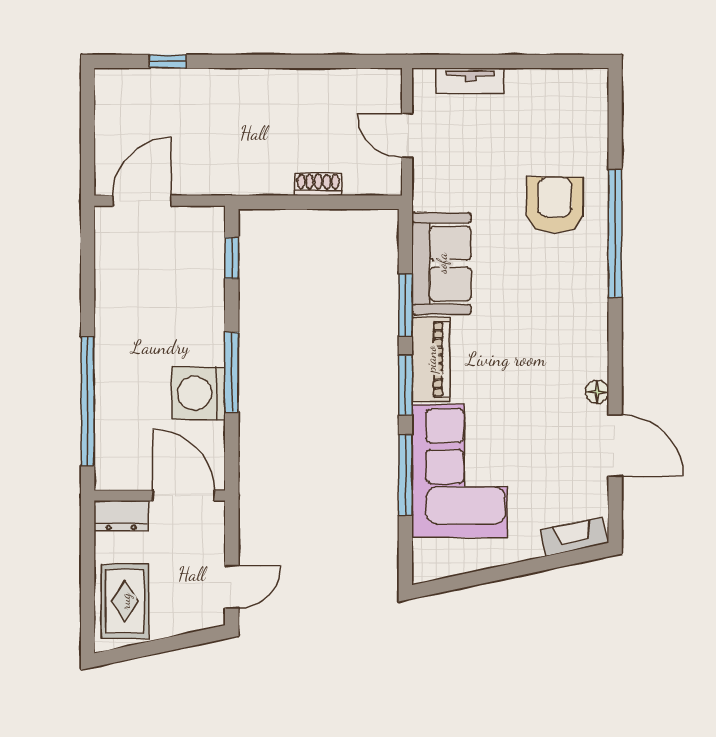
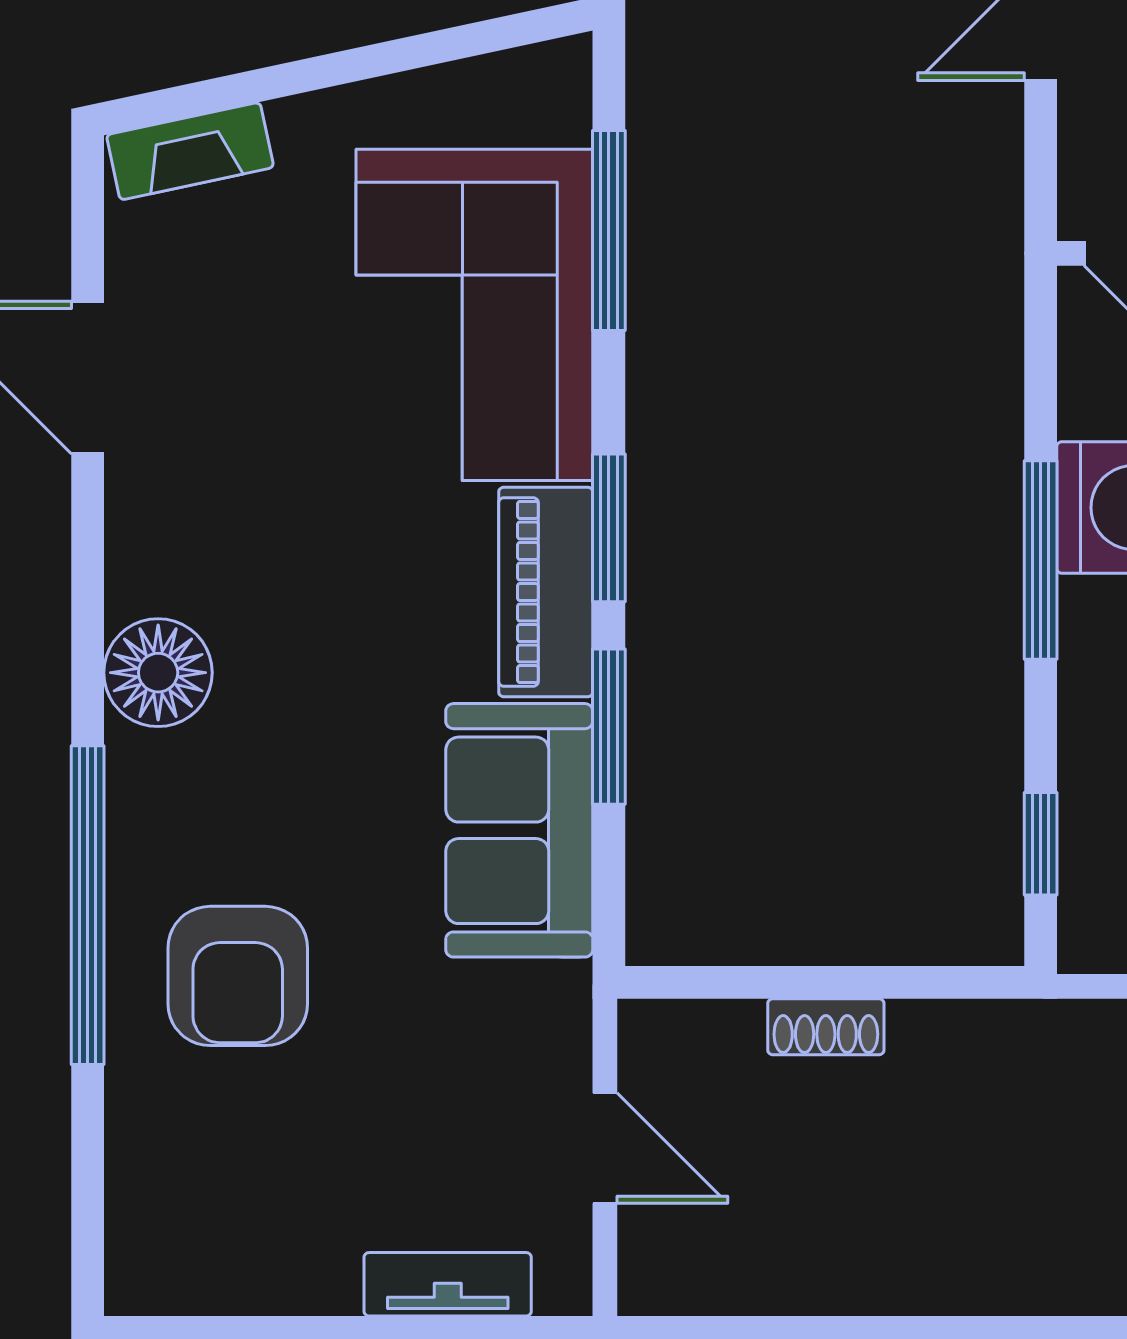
floor lamp: (597, 392) -> (158, 673), moved, width x1.89, depth x1.89
window: (405, 475) -> (609, 231), moved

